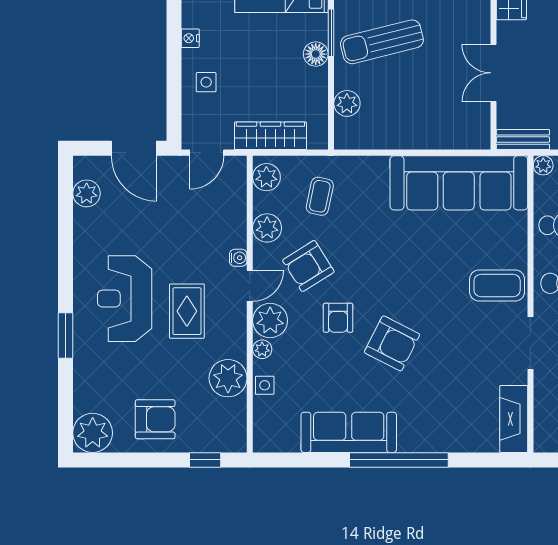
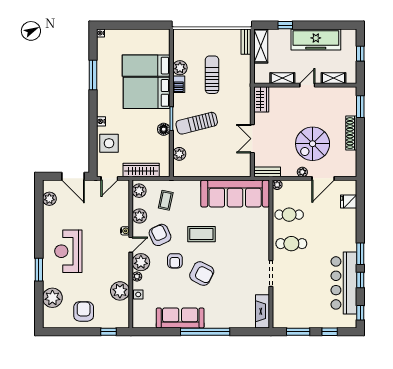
side table: (206, 82) -> (109, 143), width x1.87, depth x1.87
armchair: (308, 266) -> (160, 235), turned 97
coffee table: (497, 285) -> (201, 234), moved
rug: (187, 311) -> (99, 257), removed
armchair: (155, 419) -> (84, 311), turned -90
plant: (93, 433) -> (52, 298), moved

